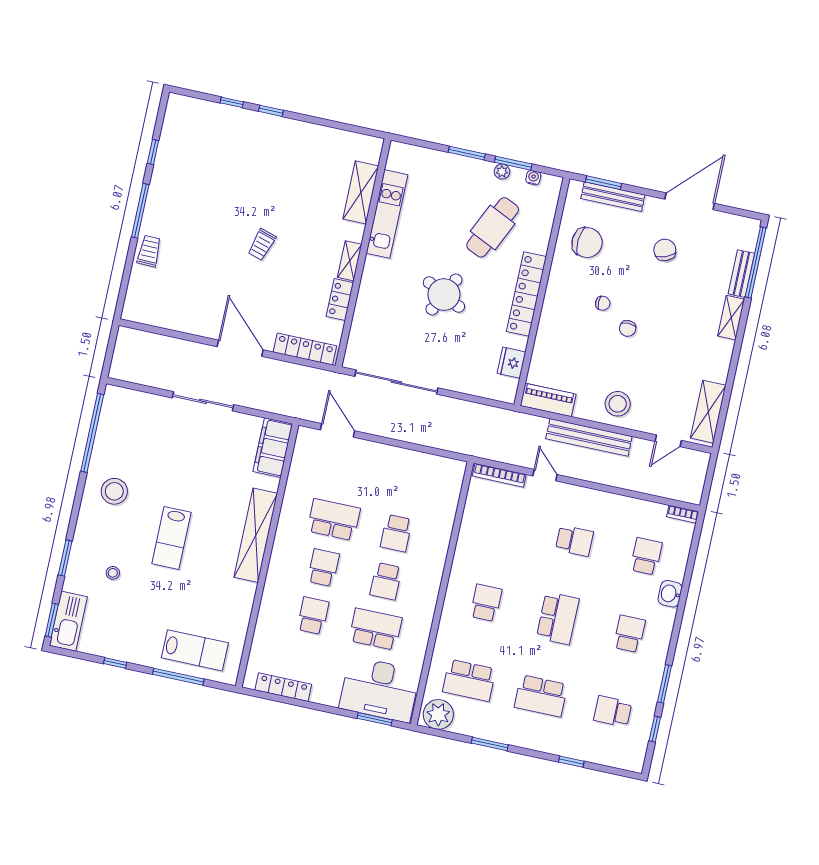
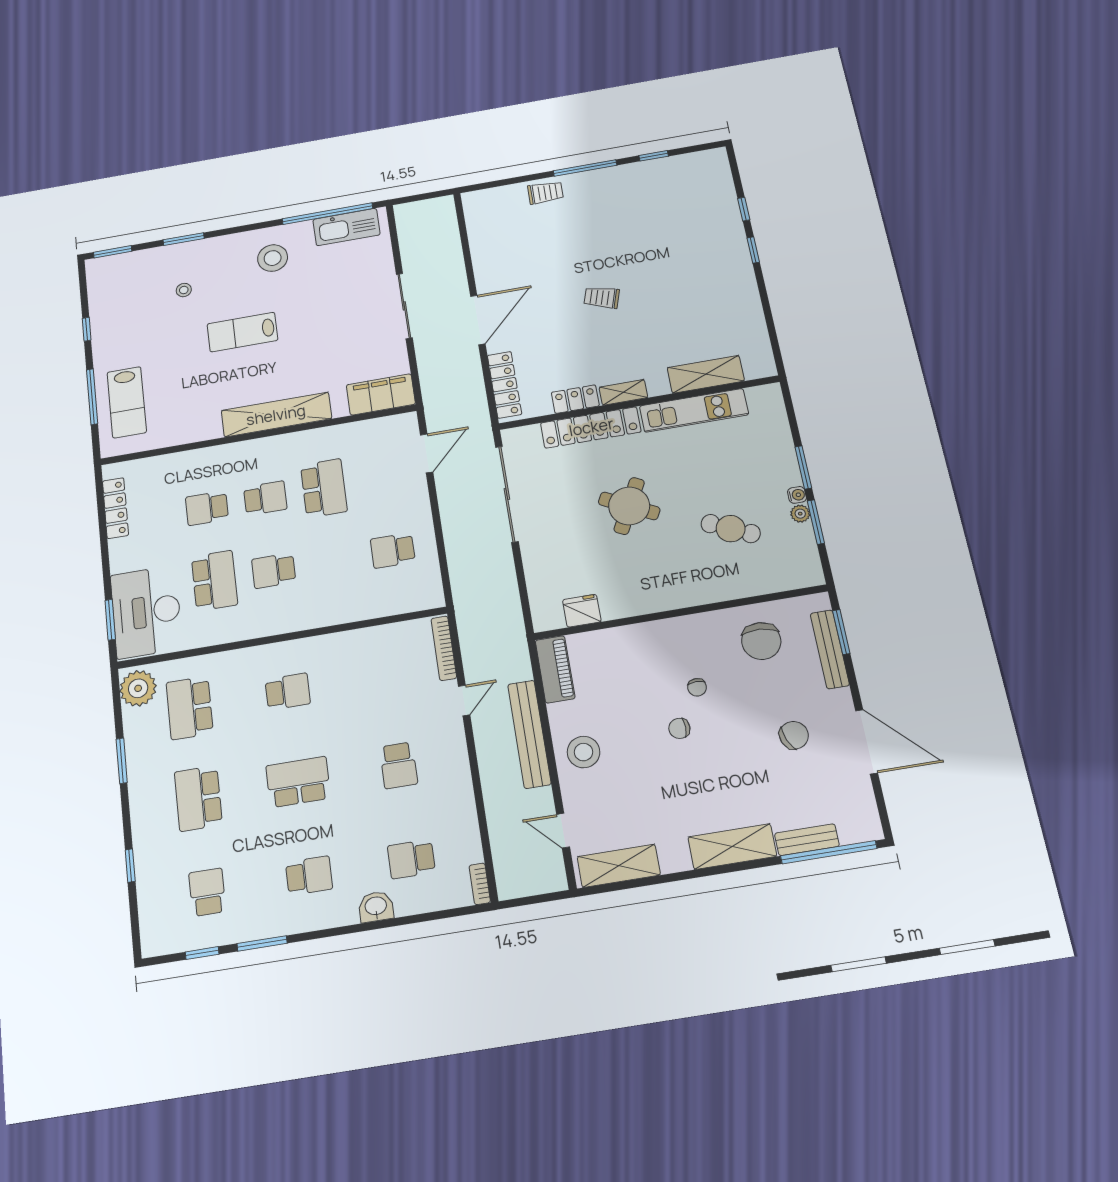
water cooler: (533, 178) -> (797, 495), moved
cafe table: (493, 227) -> (731, 529), width x0.73, depth x0.74
locker: (526, 294) -> (591, 427), moved, turned 180
shelving: (731, 318) -> (732, 847), width x1.50, depth x1.33
school desk: (396, 533) -> (393, 551), moved
school desk: (646, 556) -> (411, 859), turned 180
school desk: (313, 616) -> (207, 508), turned 180
school desk: (558, 618) -> (298, 782), turned 180
kitchen sink: (68, 621) -> (346, 227), moved

